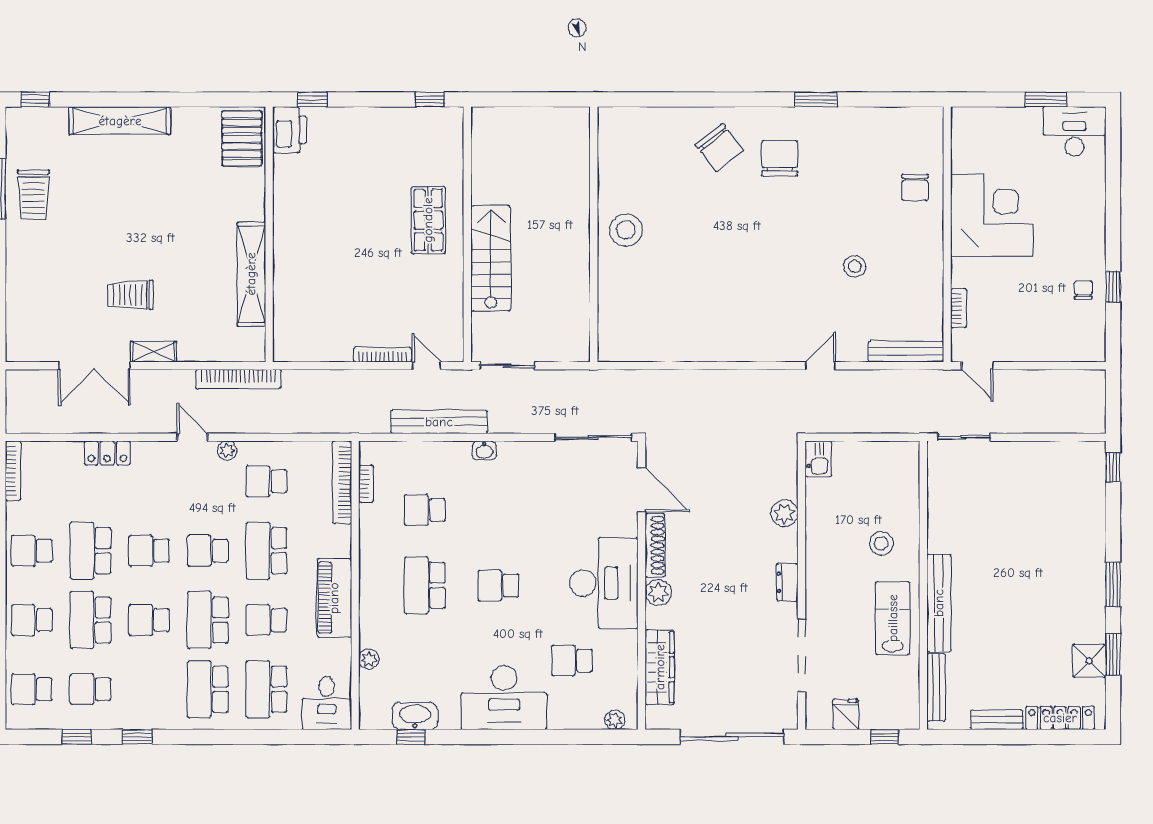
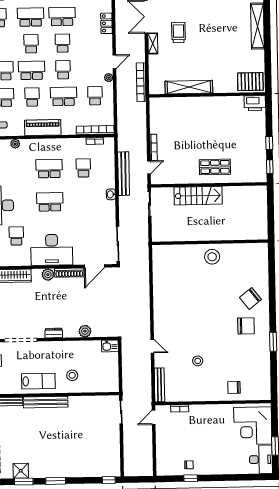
window: (313, 99) -> (269, 143), moved
corner desk: (992, 215) -> (253, 426), moved, turned 90
school desk: (498, 585) -> (50, 202), width x1.85

